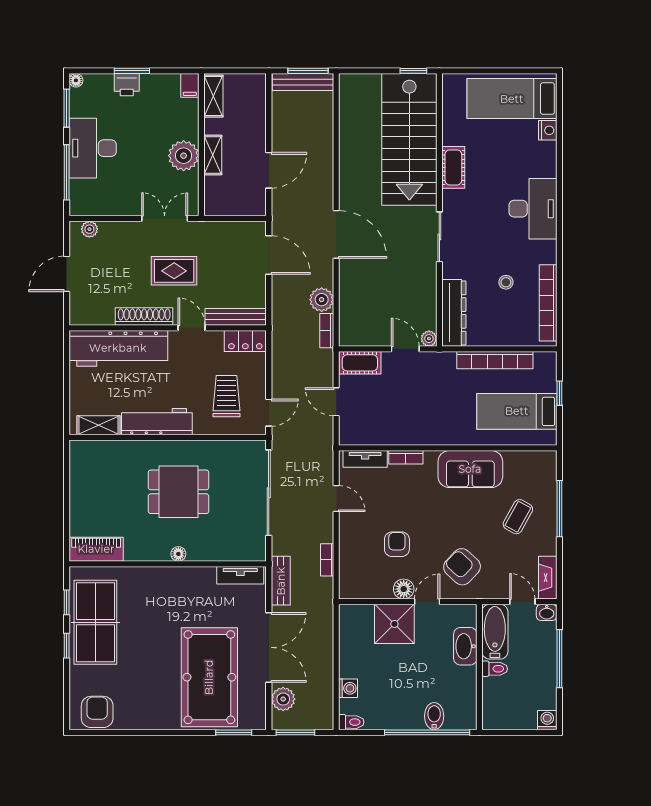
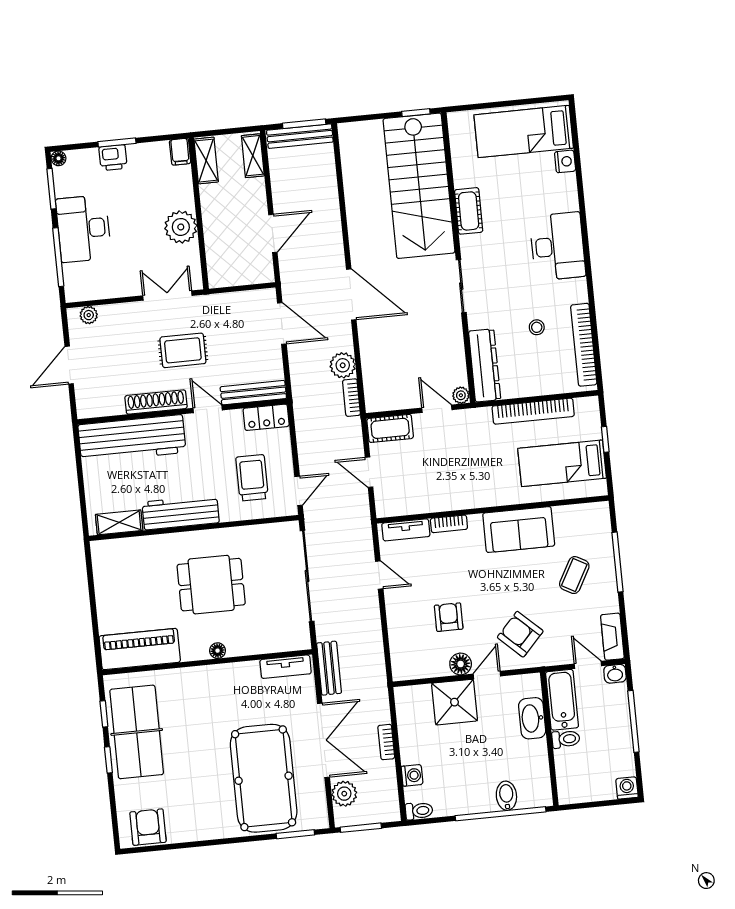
shelving: (213, 155) -> (253, 156), moved
piano: (96, 549) -> (140, 649), width x1.37, depth x1.33
bookcase: (327, 560) -> (386, 742), moved

